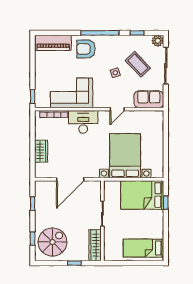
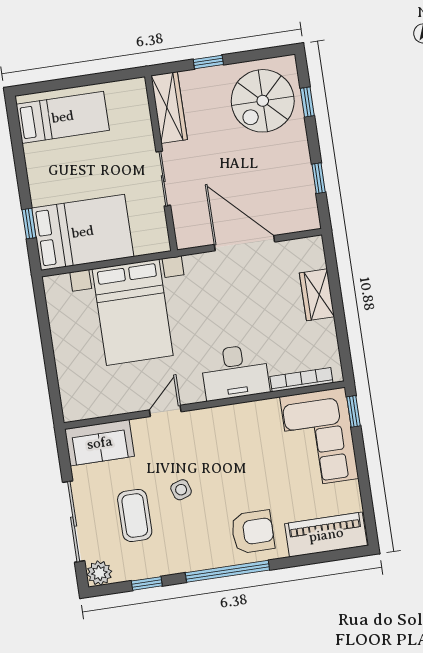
coffee table: (138, 64) -> (135, 515), turned 43
corner sofa: (72, 93) -> (319, 438), moved, turned 90
door: (70, 179) -> (244, 243), hinge flipped

